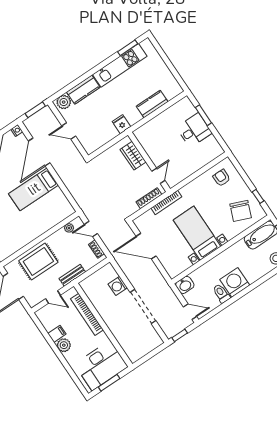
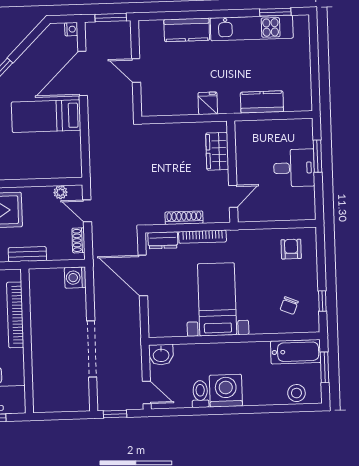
plant: (64, 102) -> (152, 30), removed
wardrobe: (133, 156) -> (217, 151), moved
wall: (149, 162) -> (232, 172), moved
door: (158, 176) -> (233, 196), moved
chair: (241, 211) -> (289, 306), width x0.54, depth x0.54
dresser: (145, 219) -> (163, 240), added
washing machine: (118, 286) -> (75, 278), moved

